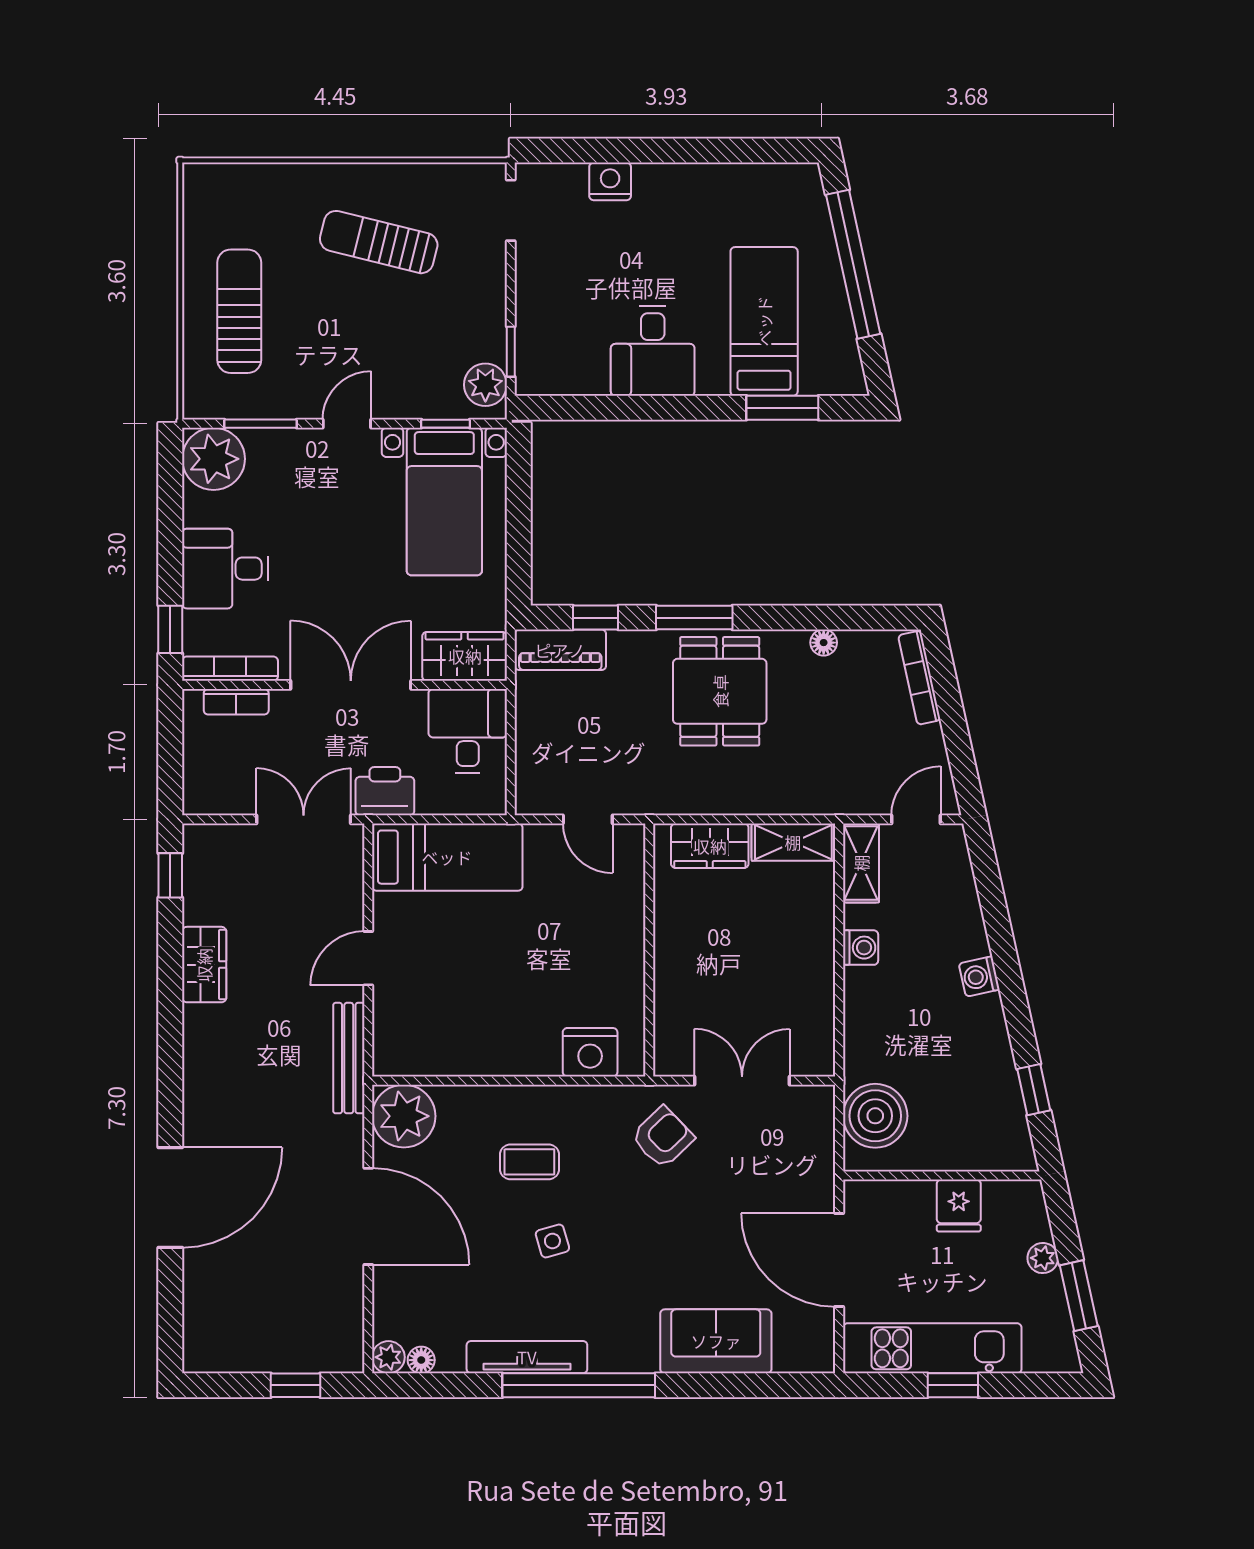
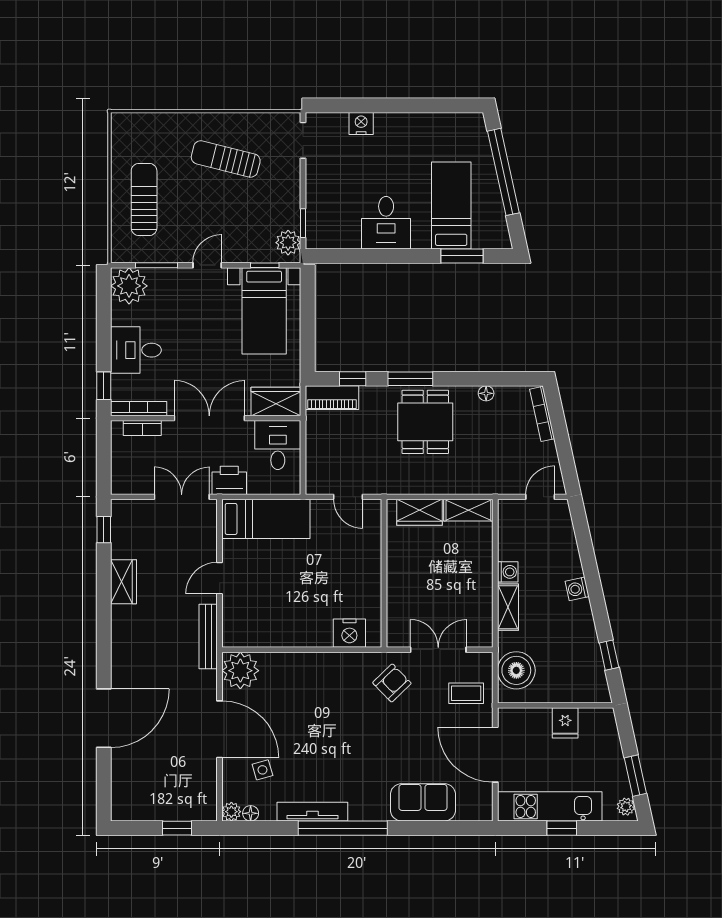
shelving: (861, 863) -> (508, 607), moved
coffee table: (529, 1162) -> (466, 693), moved
side table: (552, 1241) -> (262, 770), moved
plant: (1043, 1258) -> (626, 807), moved

